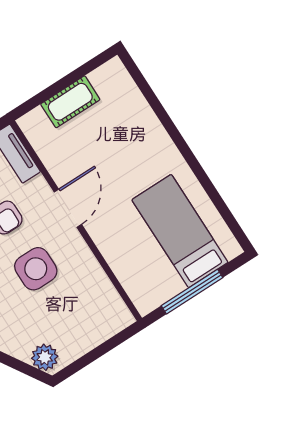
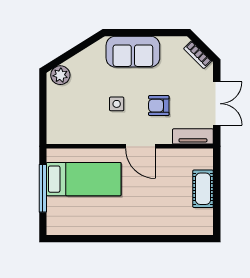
bed: (180, 231) -> (84, 179), moved
side table: (36, 269) -> (117, 104), width x0.54, depth x0.54

